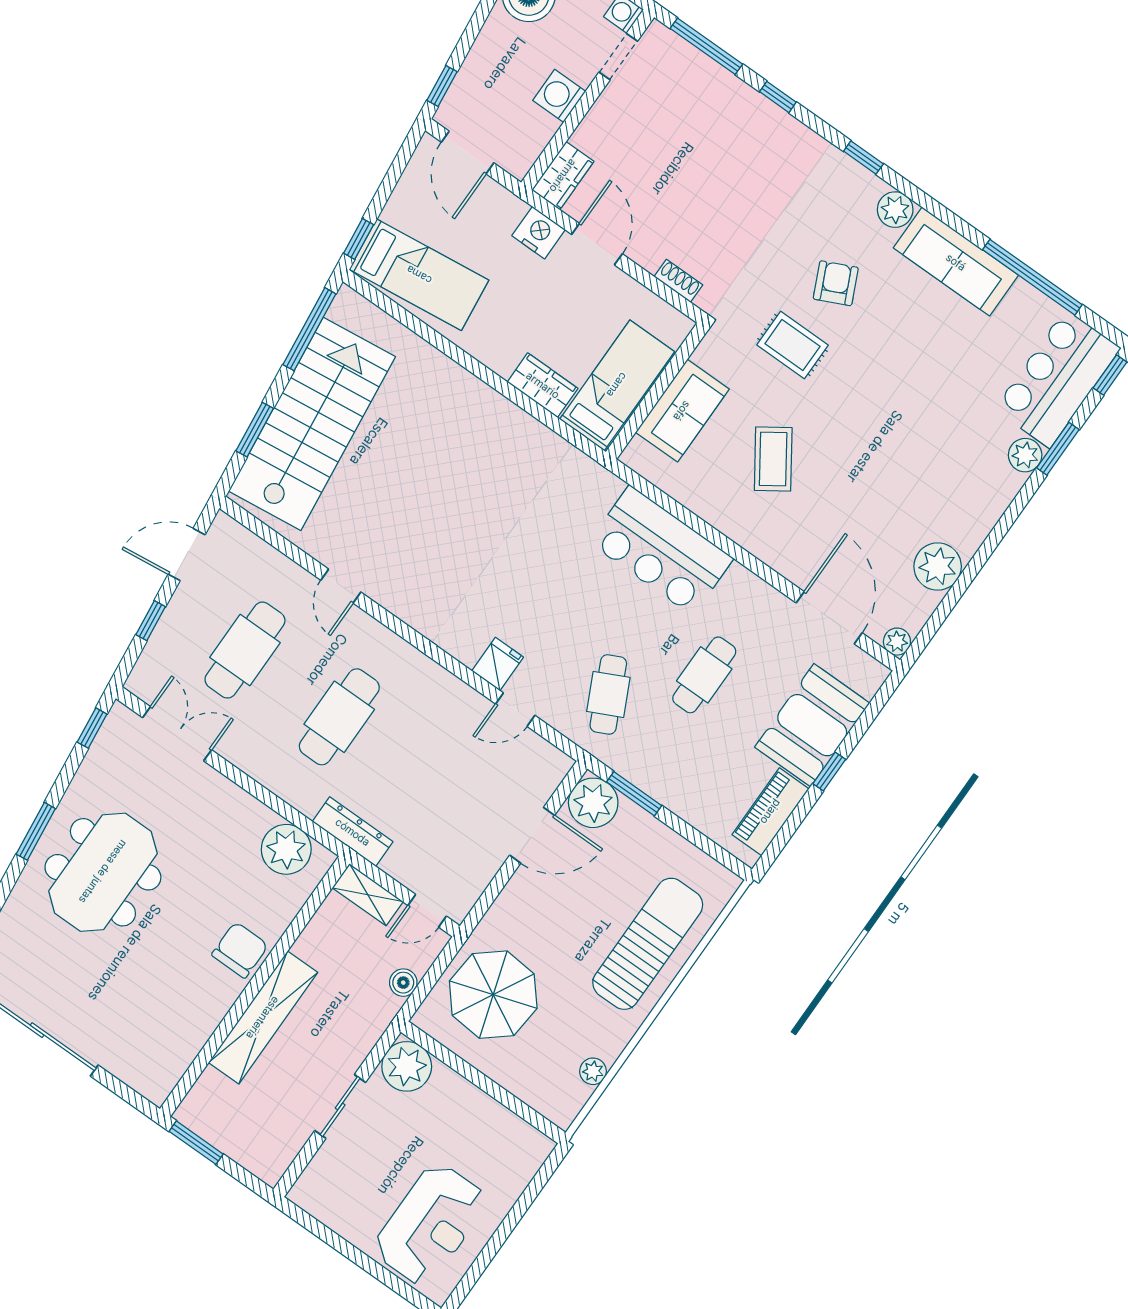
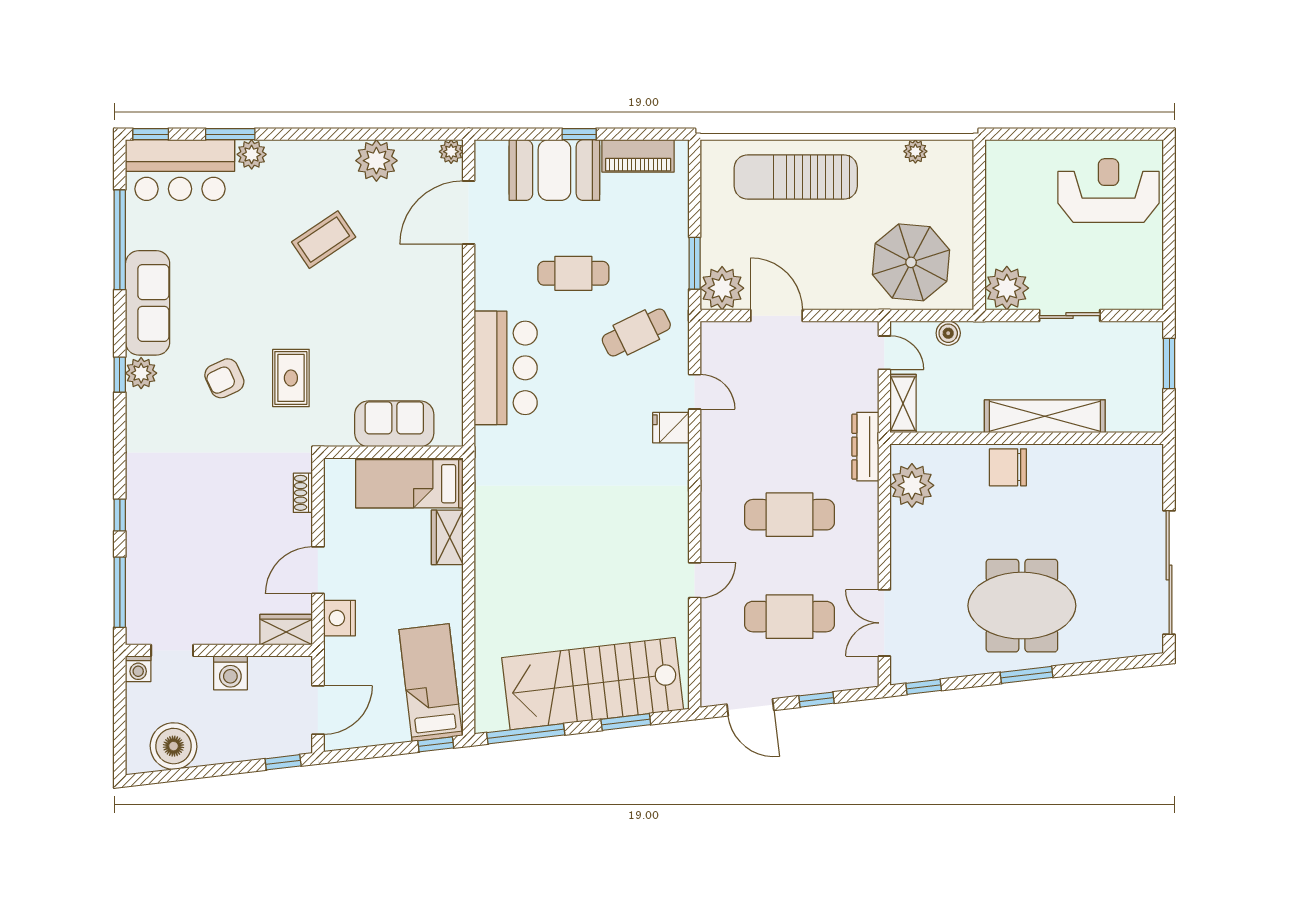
window: (863, 158) -> (120, 375), moved
coffee table: (773, 459) -> (324, 240), moved
window: (196, 1143) -> (1169, 364), moved

